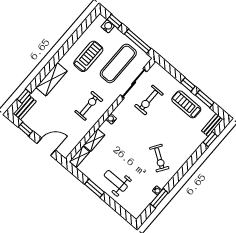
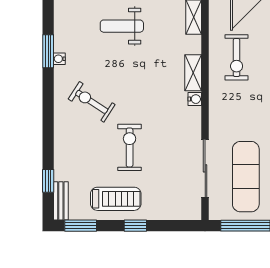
window: (205, 99) -> (81, 226), moved
exercise bike: (149, 100) -> (130, 147), moved
exercise bike: (89, 106) -> (237, 57), moved
shelving: (94, 140) -> (193, 73), moved
weight bench: (116, 181) -> (122, 26), turned 180

